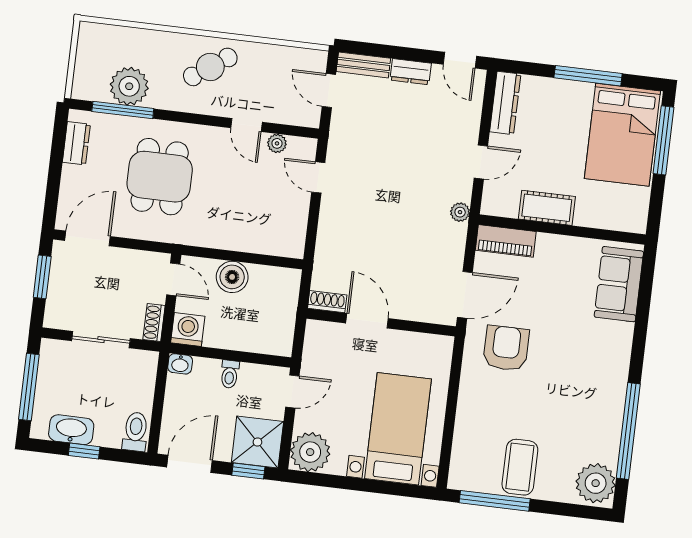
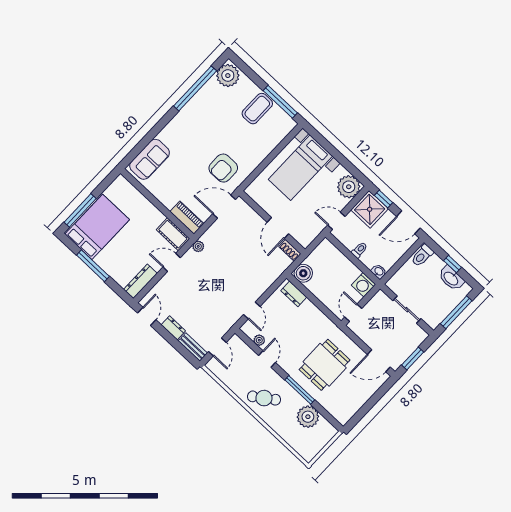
window: (123, 110) -> (300, 390), moved
dresser: (76, 143) -> (294, 294), moved, turned -90
cot: (547, 208) -> (173, 234), moved
boiler: (232, 277) -> (303, 273), moved
shoe rack: (154, 322) -> (377, 299), removed

